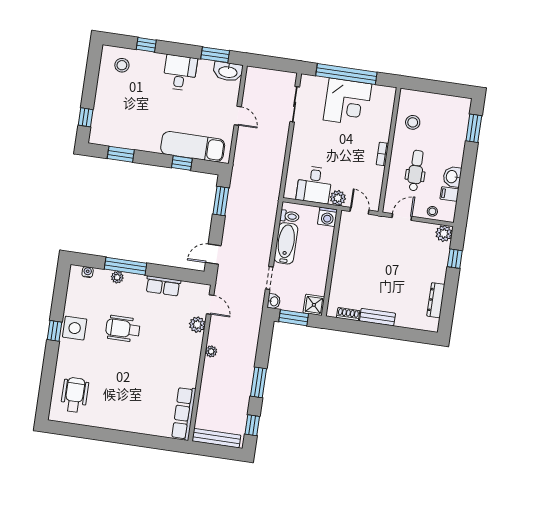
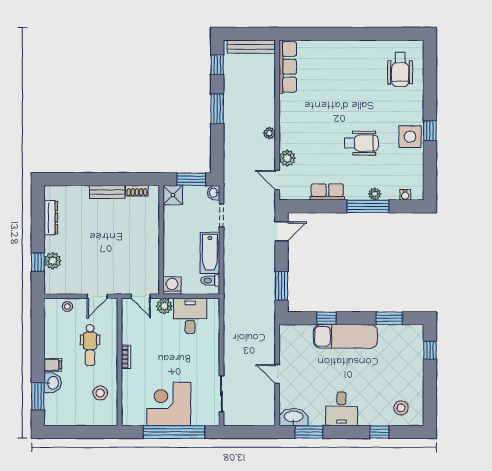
exam couch: (193, 147) -> (345, 336), moved
washbasin: (452, 177) -> (53, 383), moved
filing cabinet: (449, 194) -> (53, 365), moved
plant: (444, 233) -> (53, 261), moved

